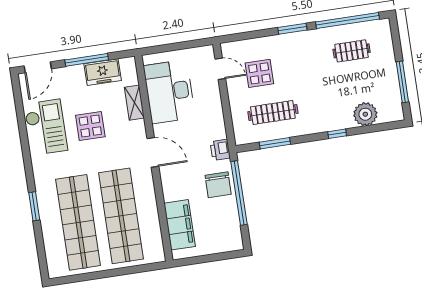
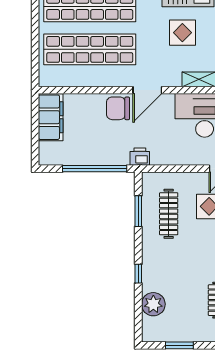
window: (402, 82) -> (179, 345), width x0.69
chair: (218, 185) -> (118, 108), moved
filing cabinet: (180, 225) -> (51, 117), moved, turned -90

